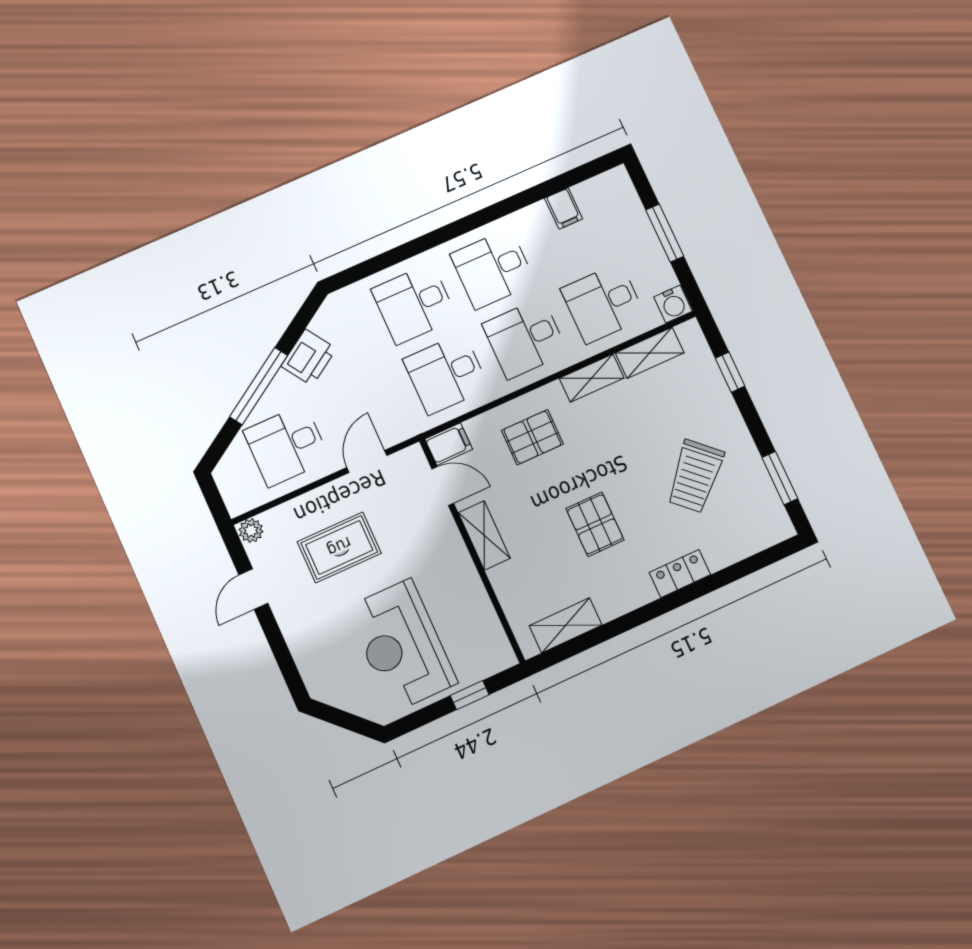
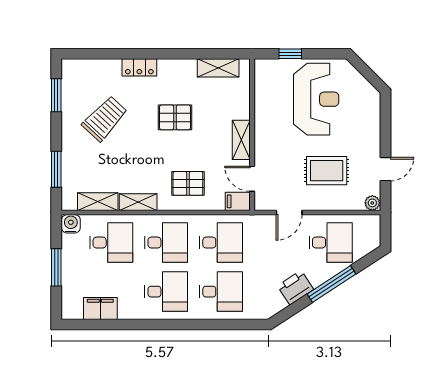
filing cabinet: (564, 208) -> (100, 309), width x2.00
window: (730, 372) -> (56, 169), width x1.50
pallet: (595, 524) -> (175, 117), turned 90

